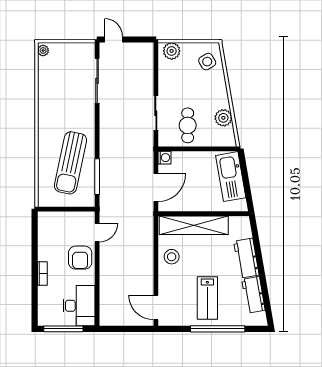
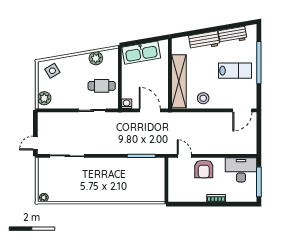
sun lounger: (70, 163) -> (131, 176), removed
armchair: (80, 258) -> (204, 169), turned 90

